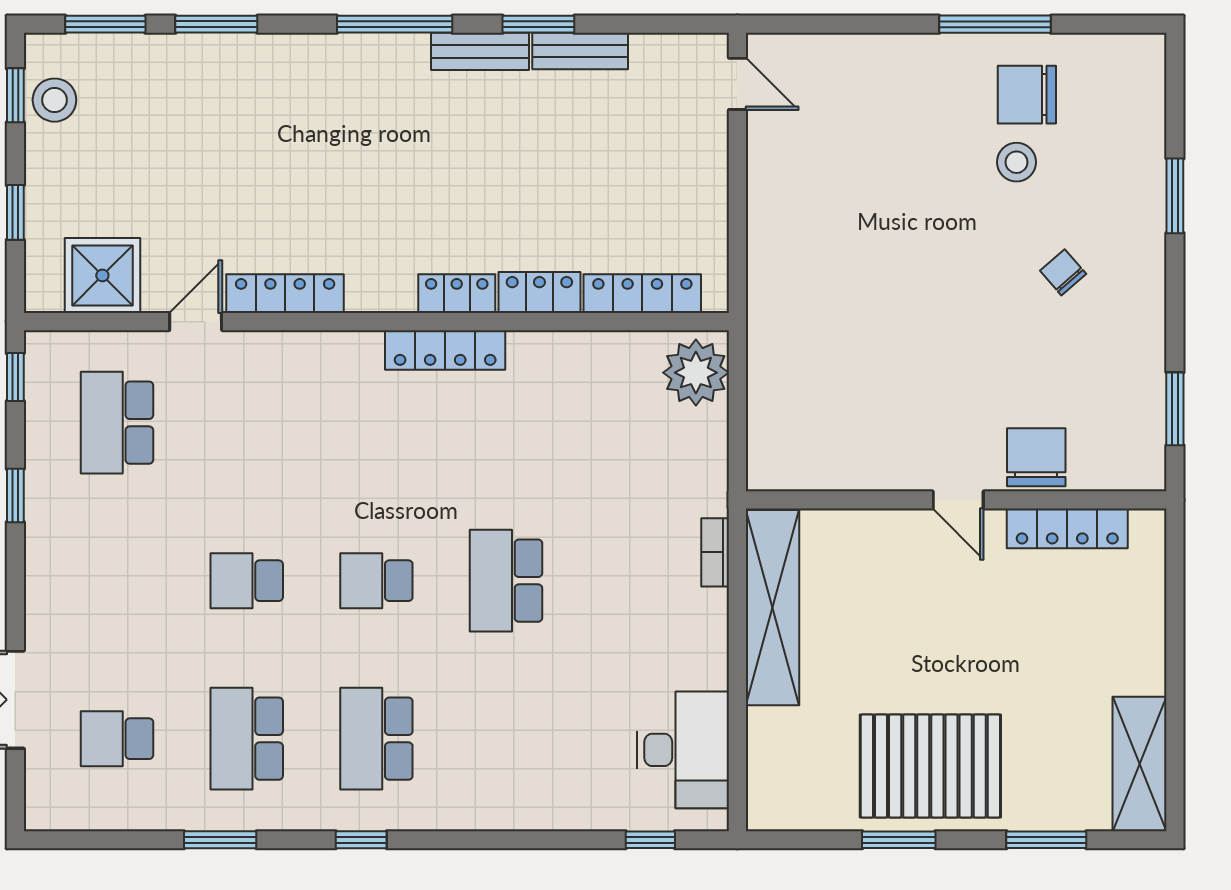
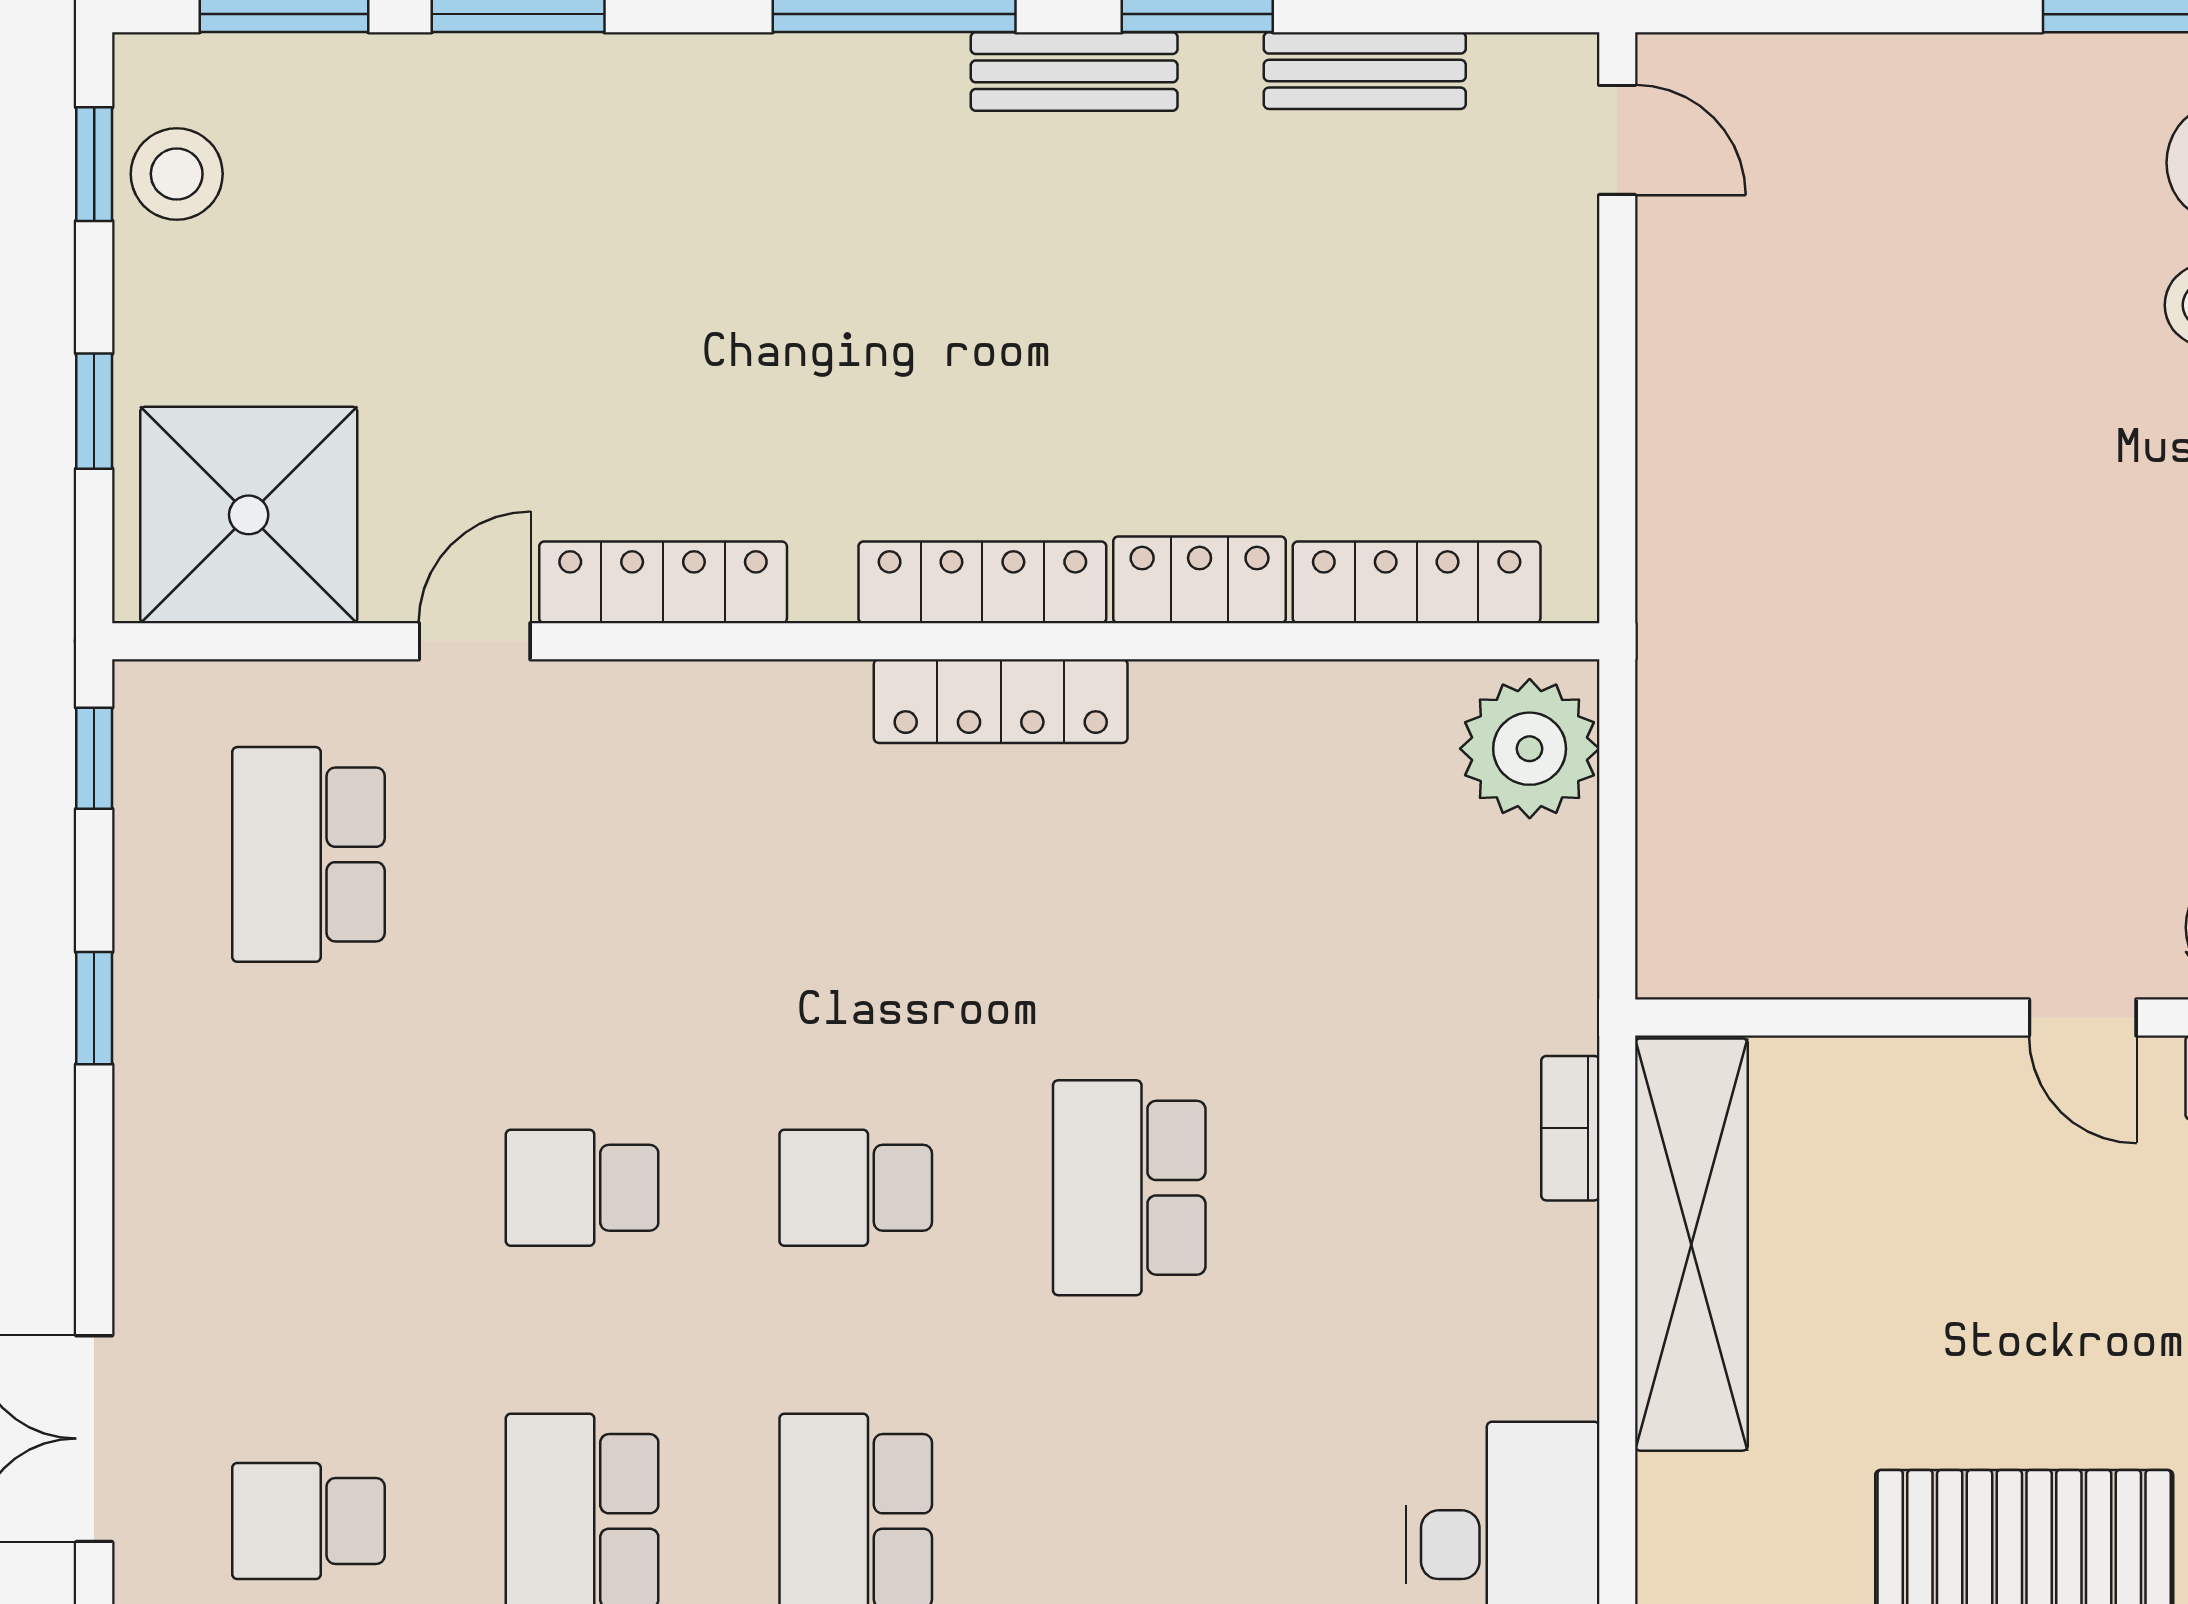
bench: (580, 51) -> (1365, 71), moved
shower: (102, 275) -> (249, 515), width x1.37, depth x1.37
locker: (457, 294) -> (982, 582), width x1.53

